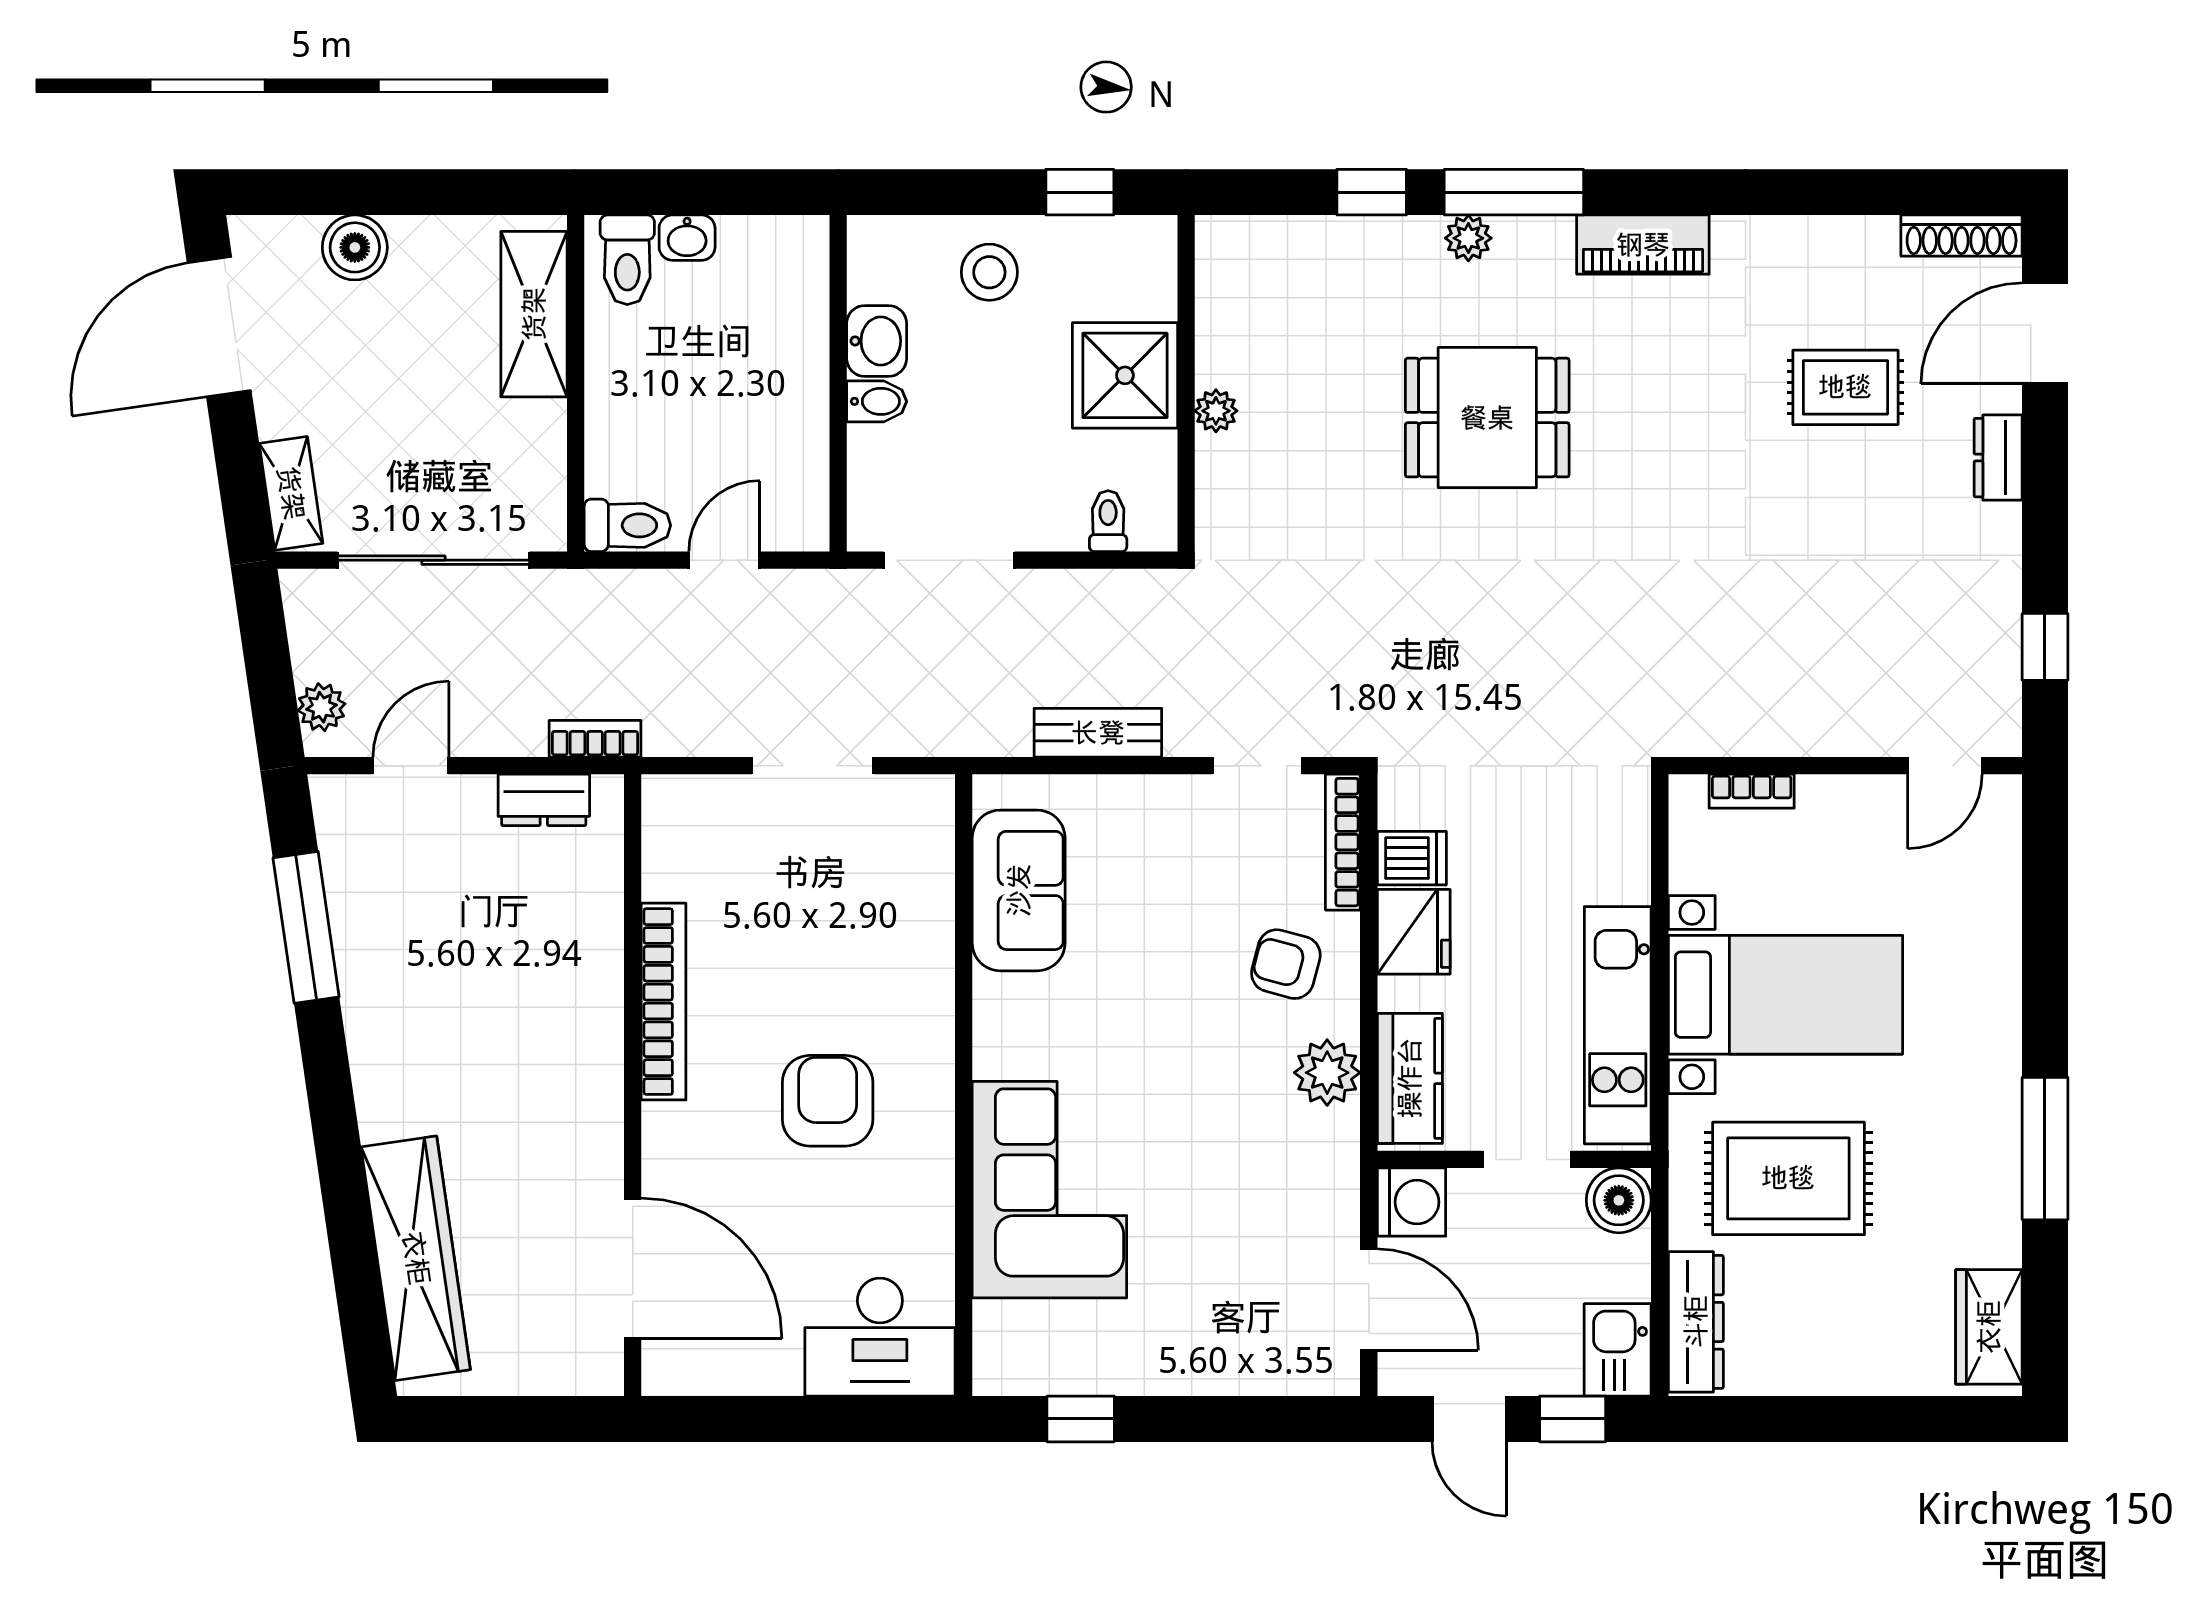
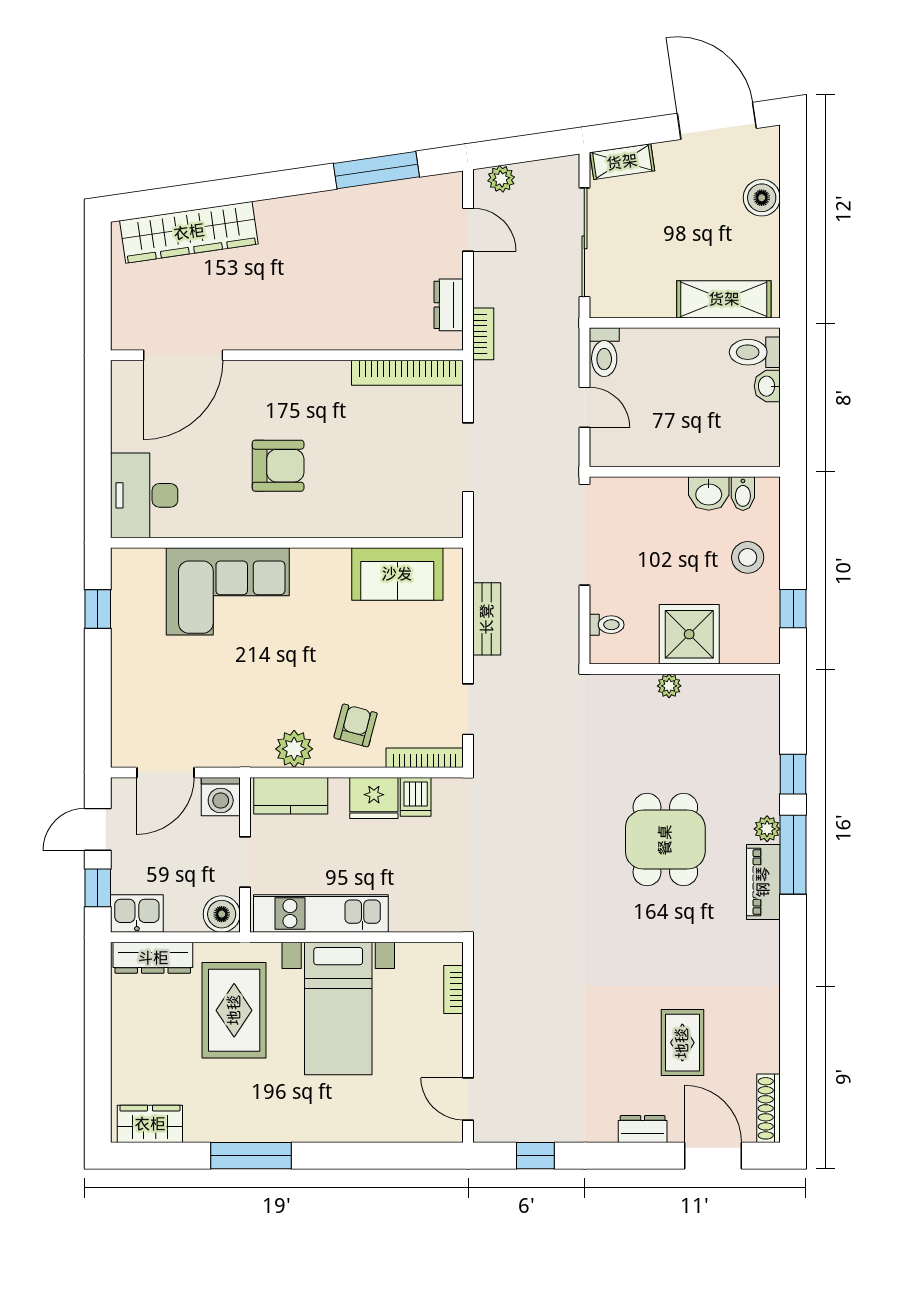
piano: (1643, 245) -> (763, 882), moved
bidet: (877, 401) -> (743, 494), moved
doorway: (949, 560) -> (584, 535), width x1.36
bookcase: (664, 1002) -> (407, 373), moved

